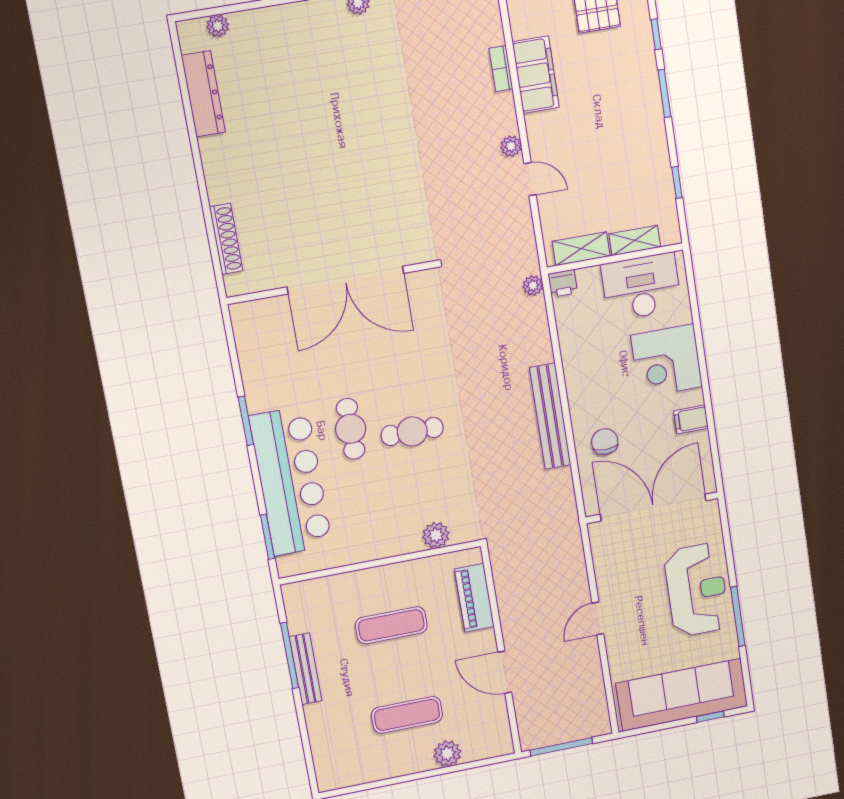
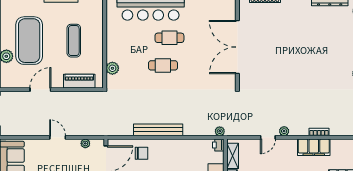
cafe table: (412, 431) -> (163, 65), turned 90
plant: (602, 560) -> (85, 143), added
exercise mat: (407, 715) -> (29, 41), width x2.00, depth x1.45

